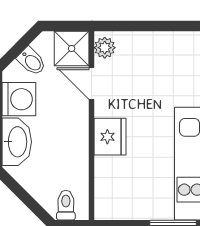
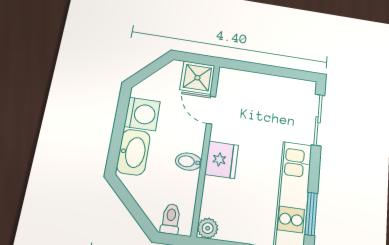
plant: (105, 48) -> (208, 228), moved
bidet: (32, 61) -> (188, 162), moved, turned 135

